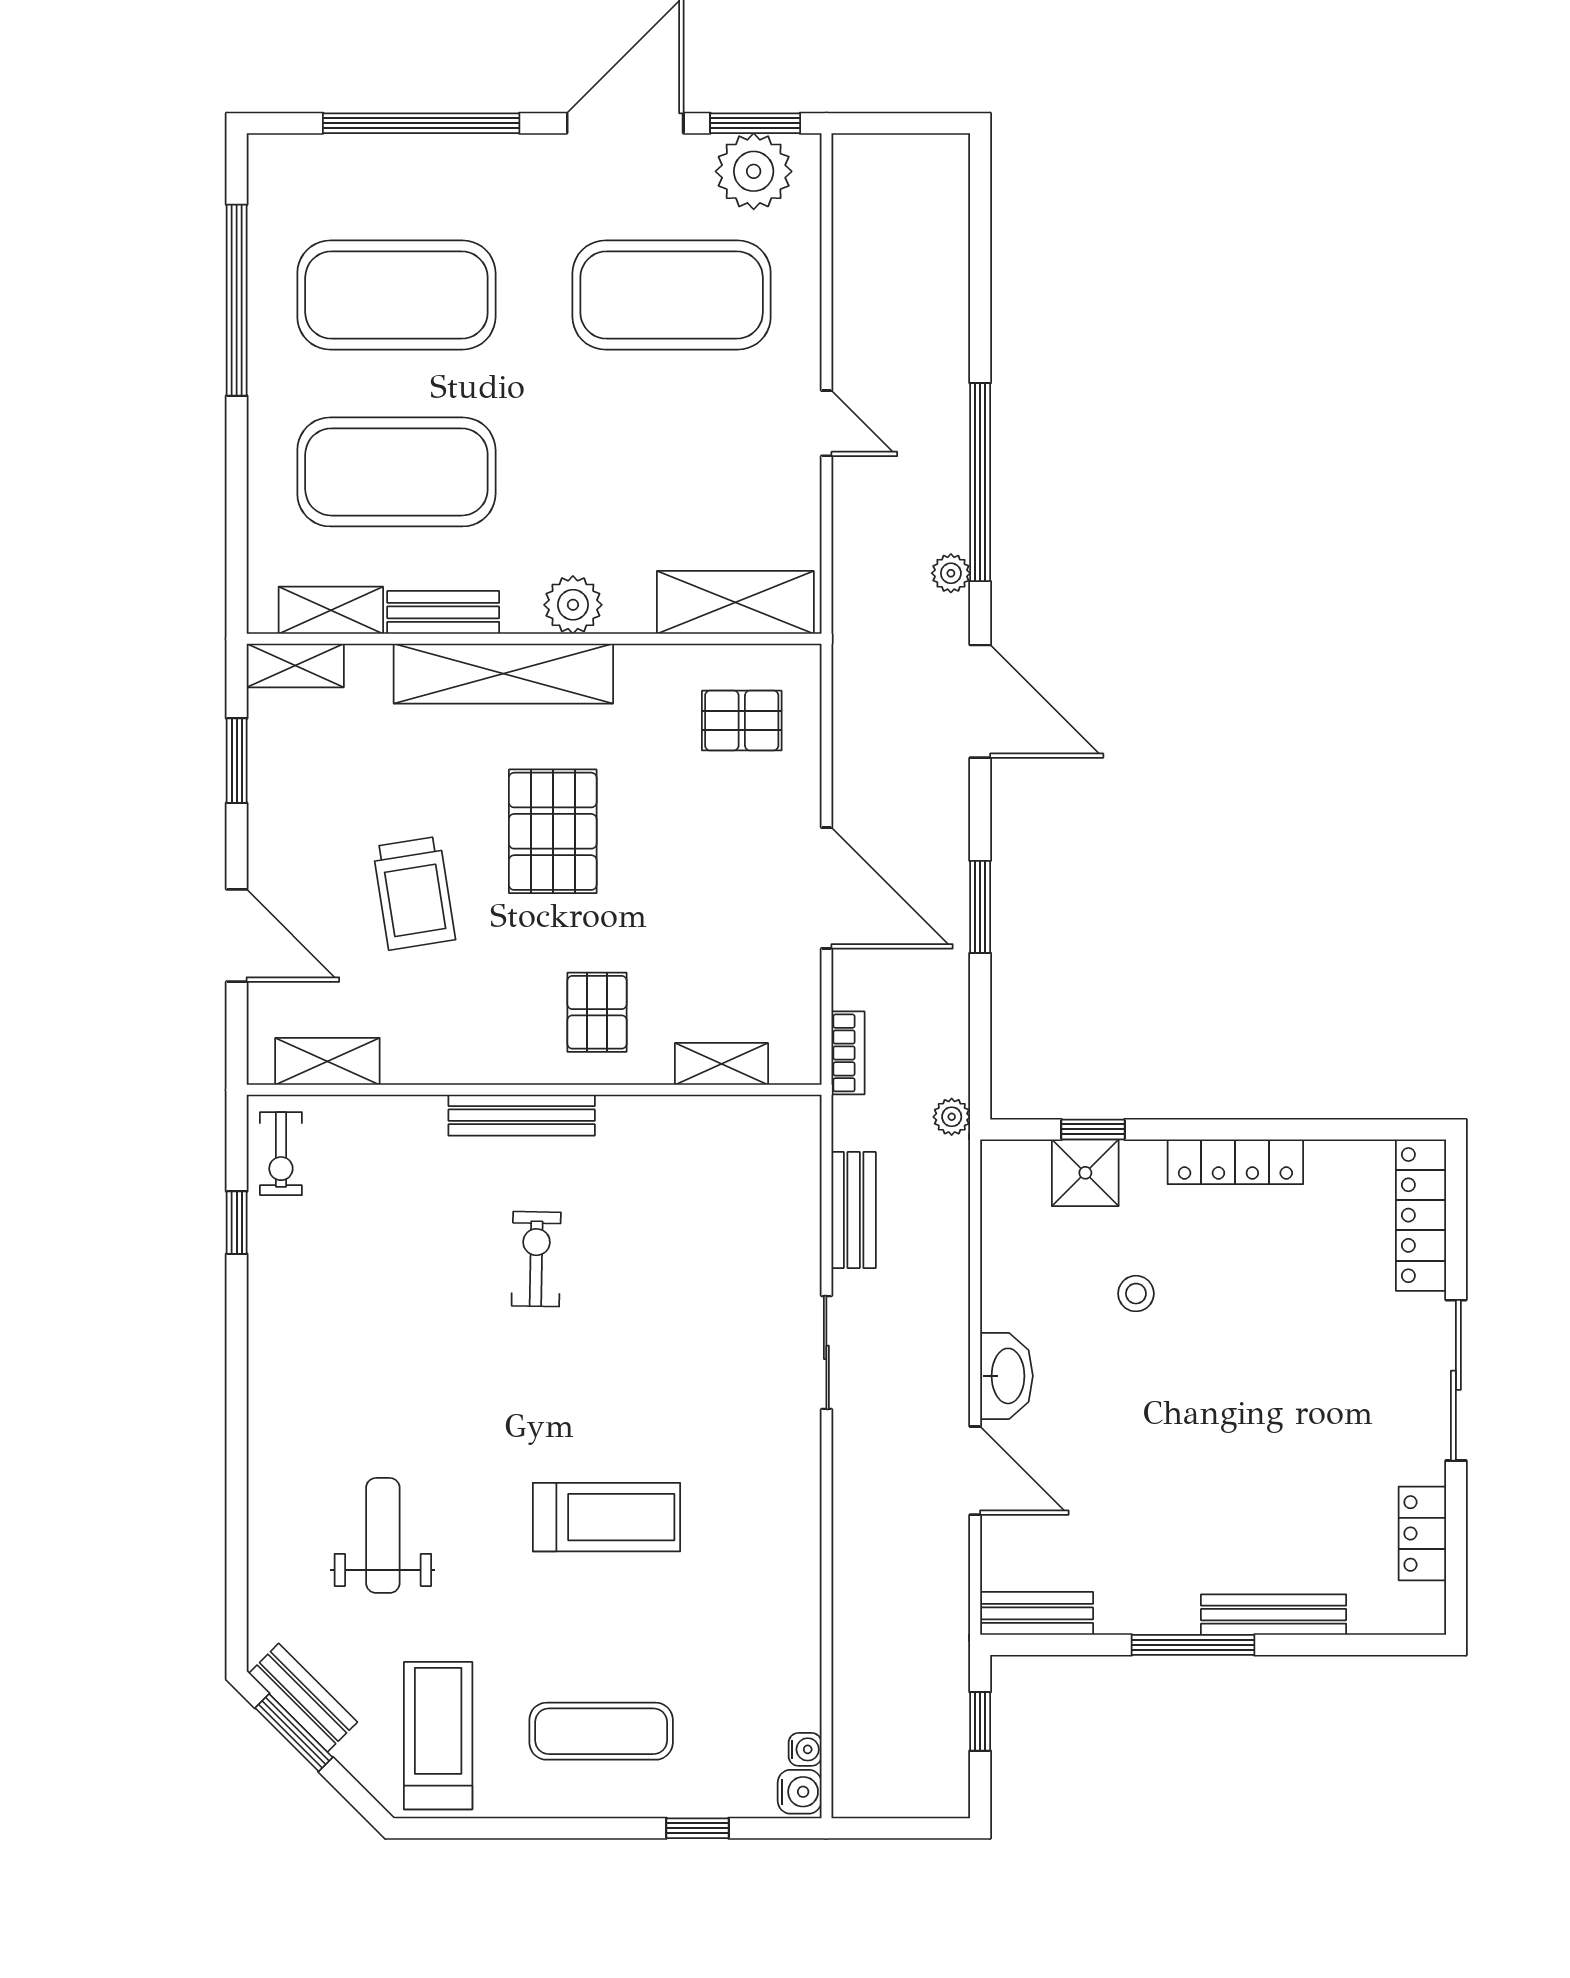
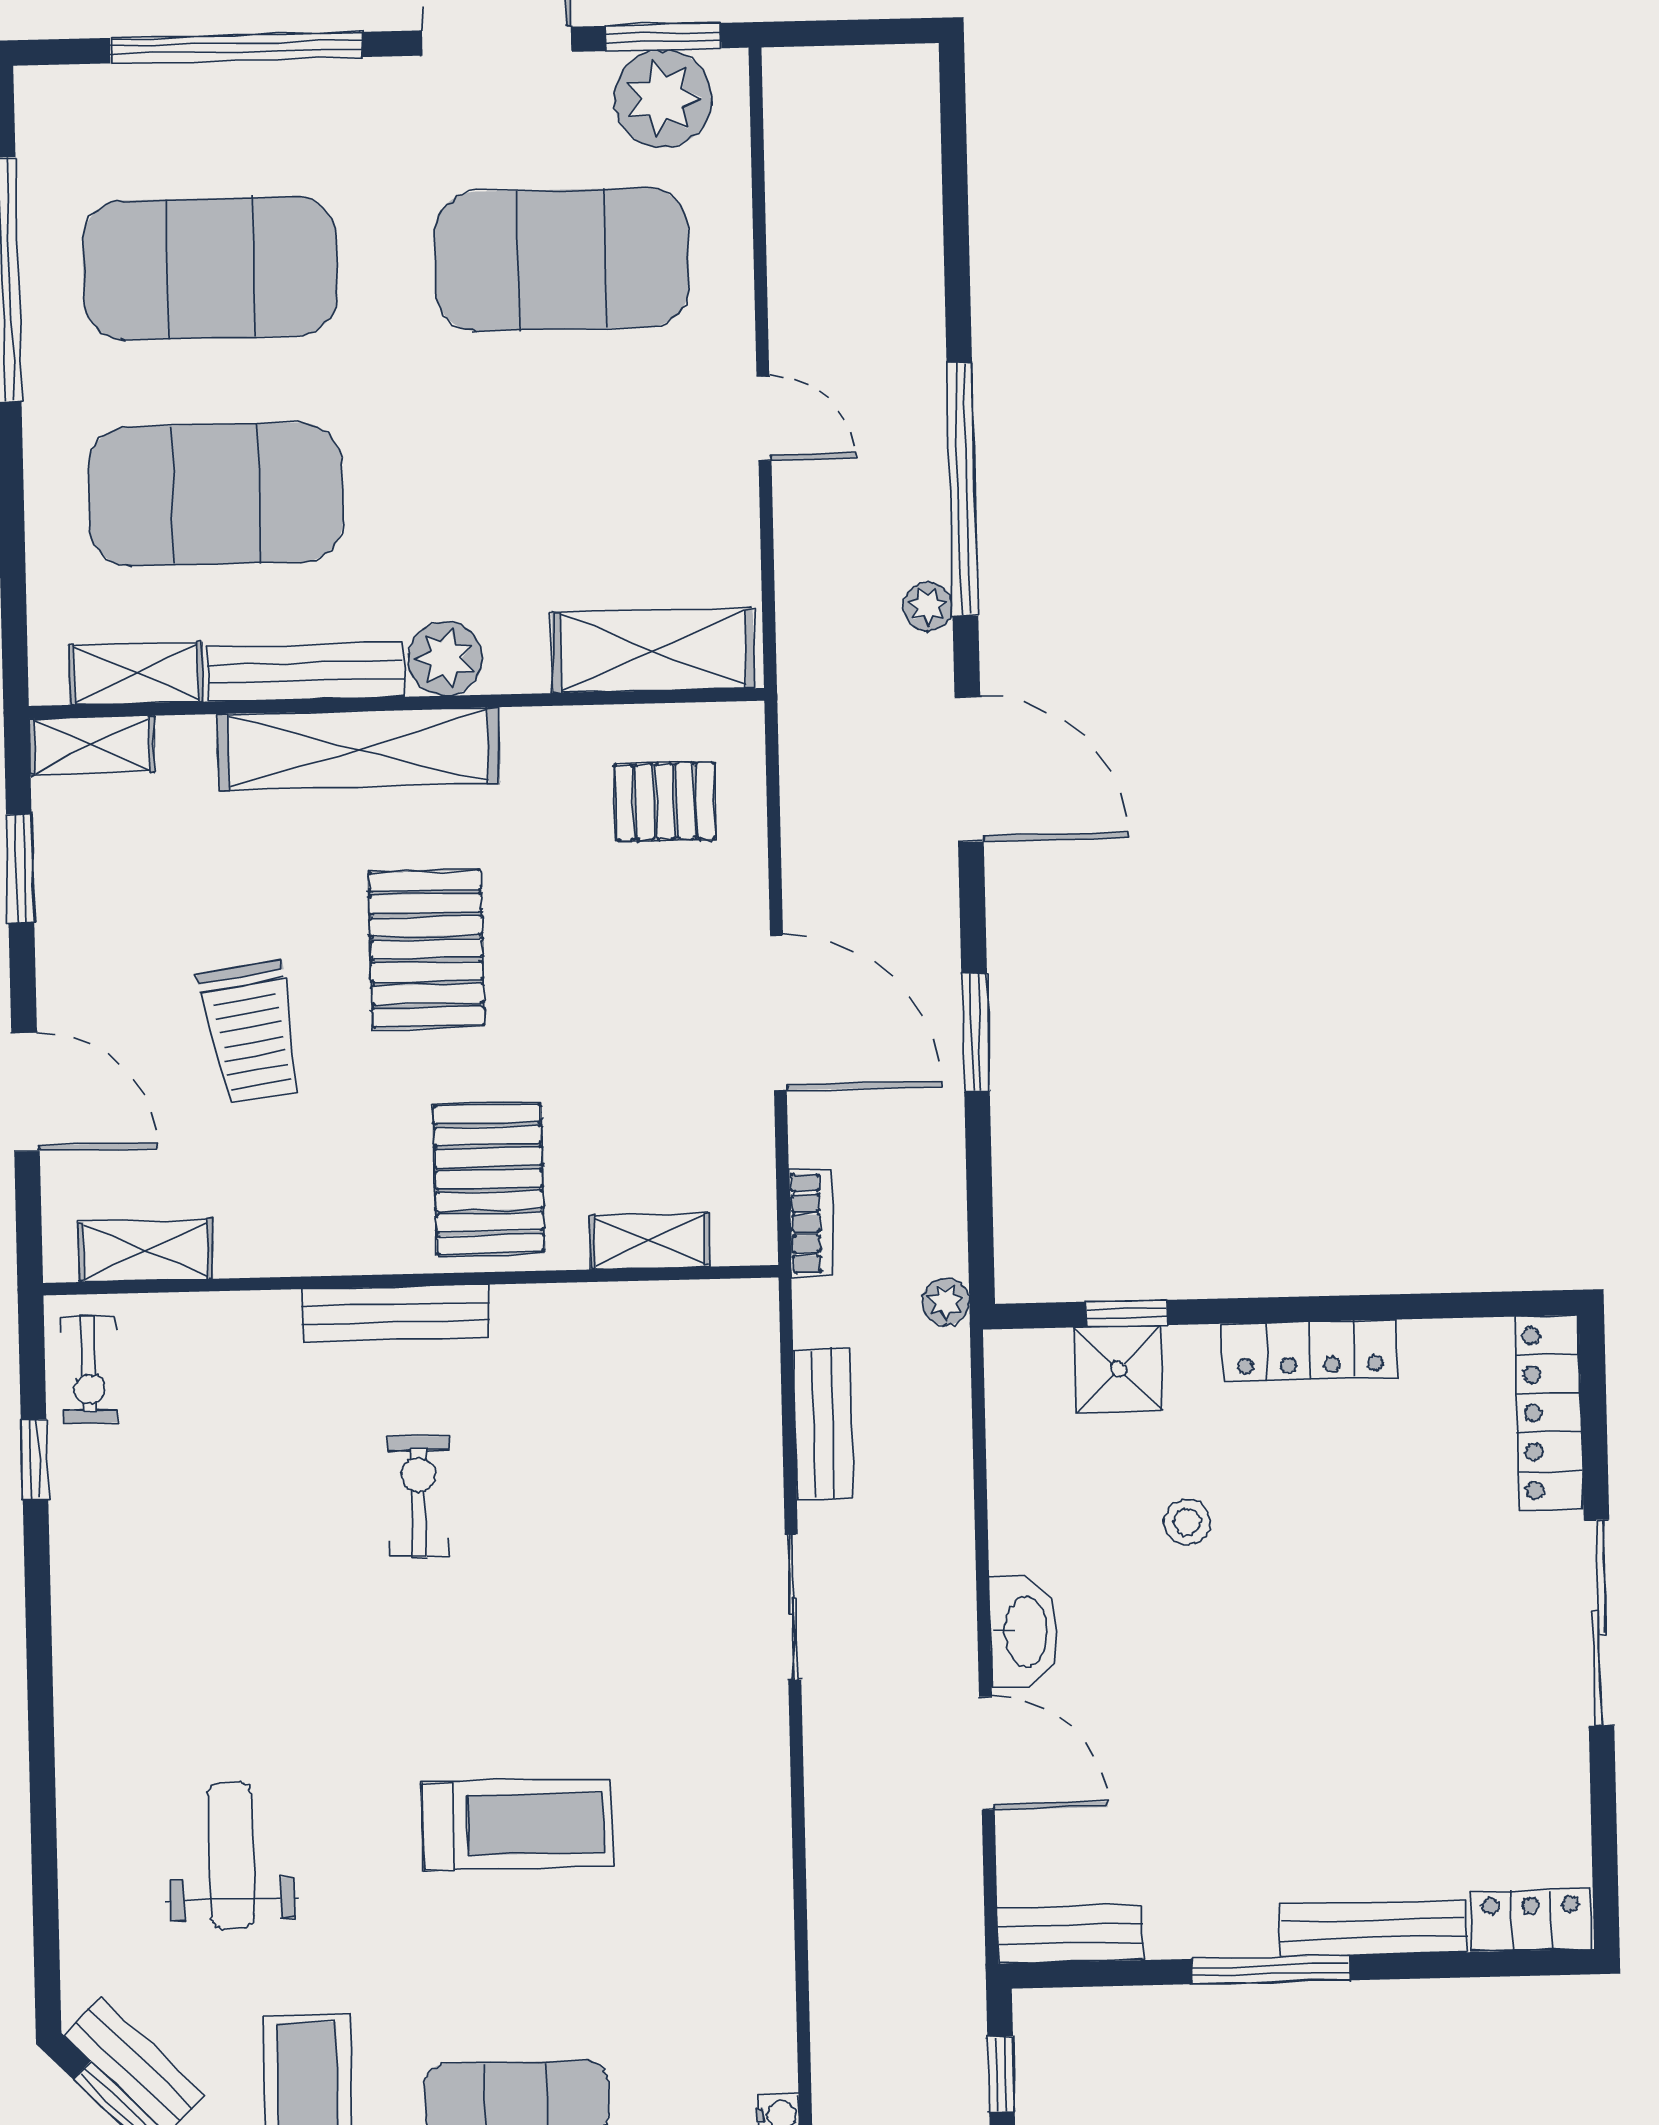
bench: (443, 612) -> (306, 672), width x1.36
pallet: (597, 1012) -> (489, 1179), width x1.50, depth x1.42
locker: (1422, 1533) -> (1531, 1920), moved, turned 90

